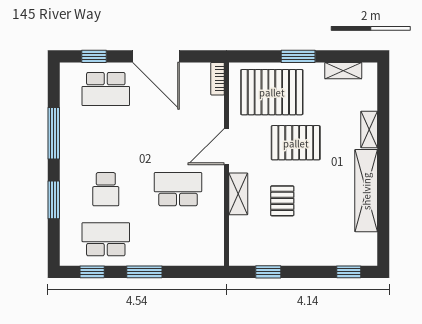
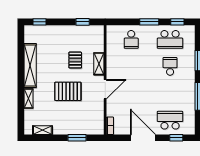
window: (298, 56) -> (77, 138), moved
pallet: (272, 92) -> (81, 119), removed
school desk: (178, 189) -> (131, 39), moved, width x0.54

